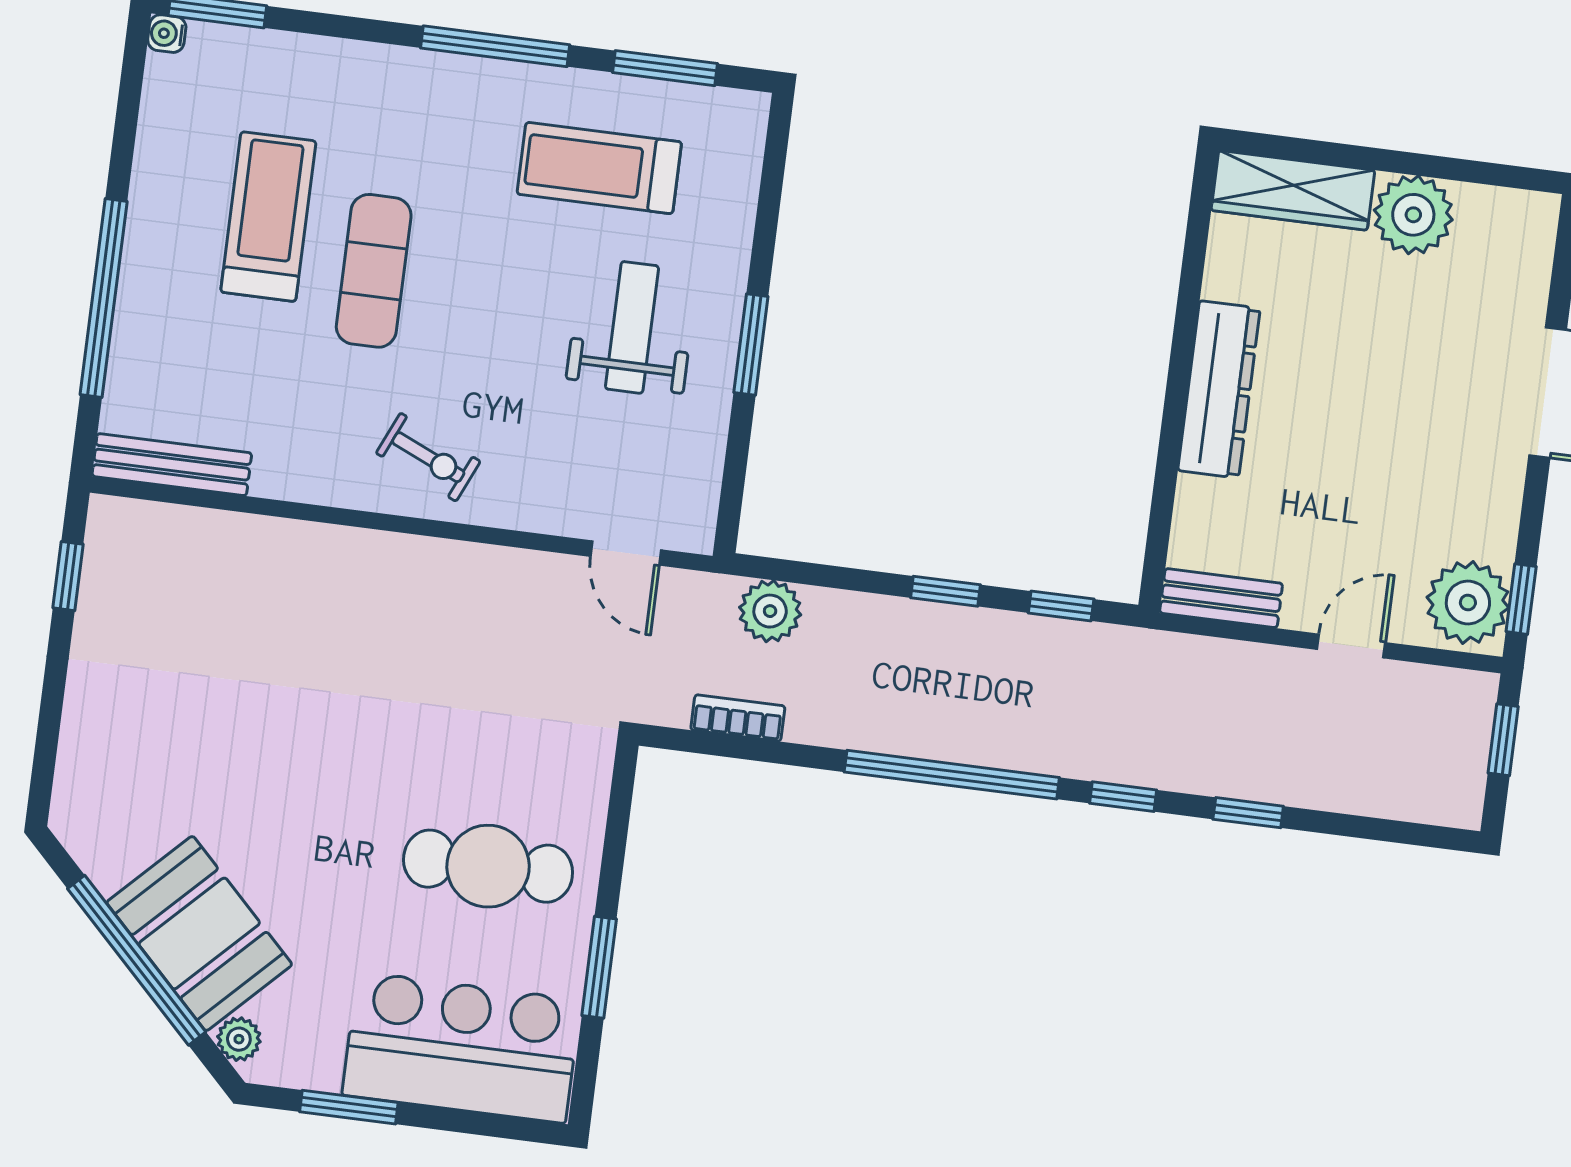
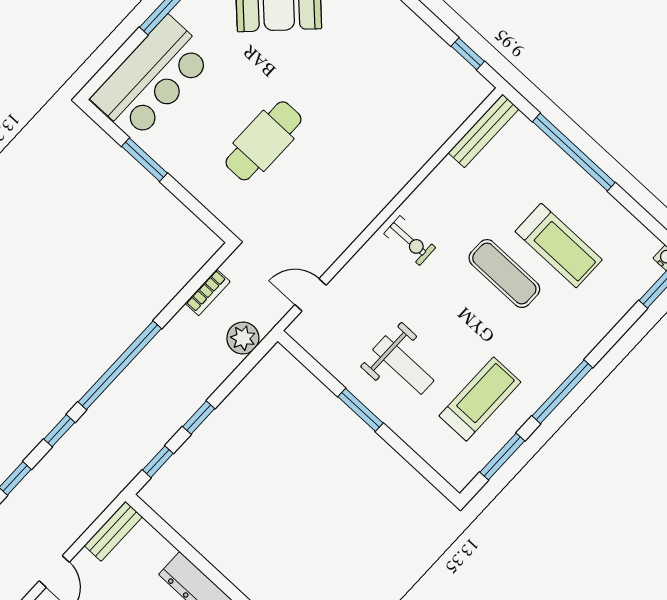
exercise bike: (428, 457) -> (410, 241), turned -115
cafe table: (488, 866) -> (263, 141), moved

